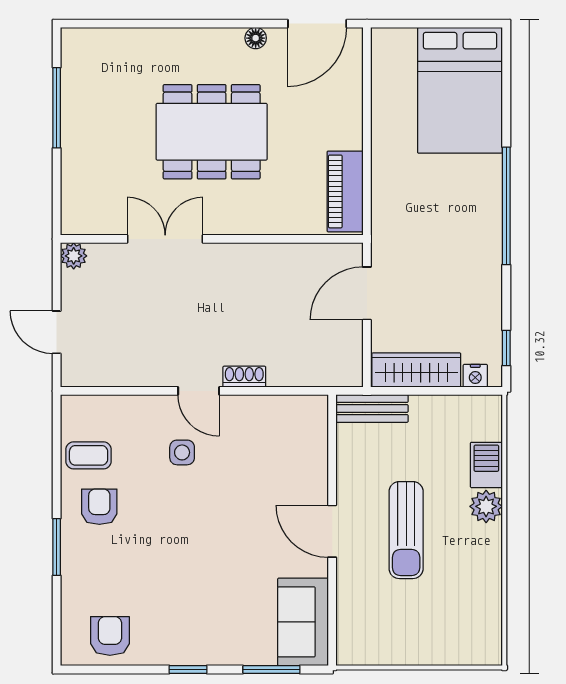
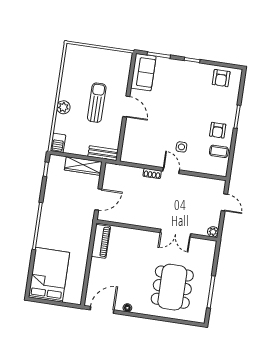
dining table: (212, 132) -> (172, 287), moved, turned 90
nightstand: (475, 376) -> (60, 160), removed
barbecue: (486, 465) -> (58, 143), moved

